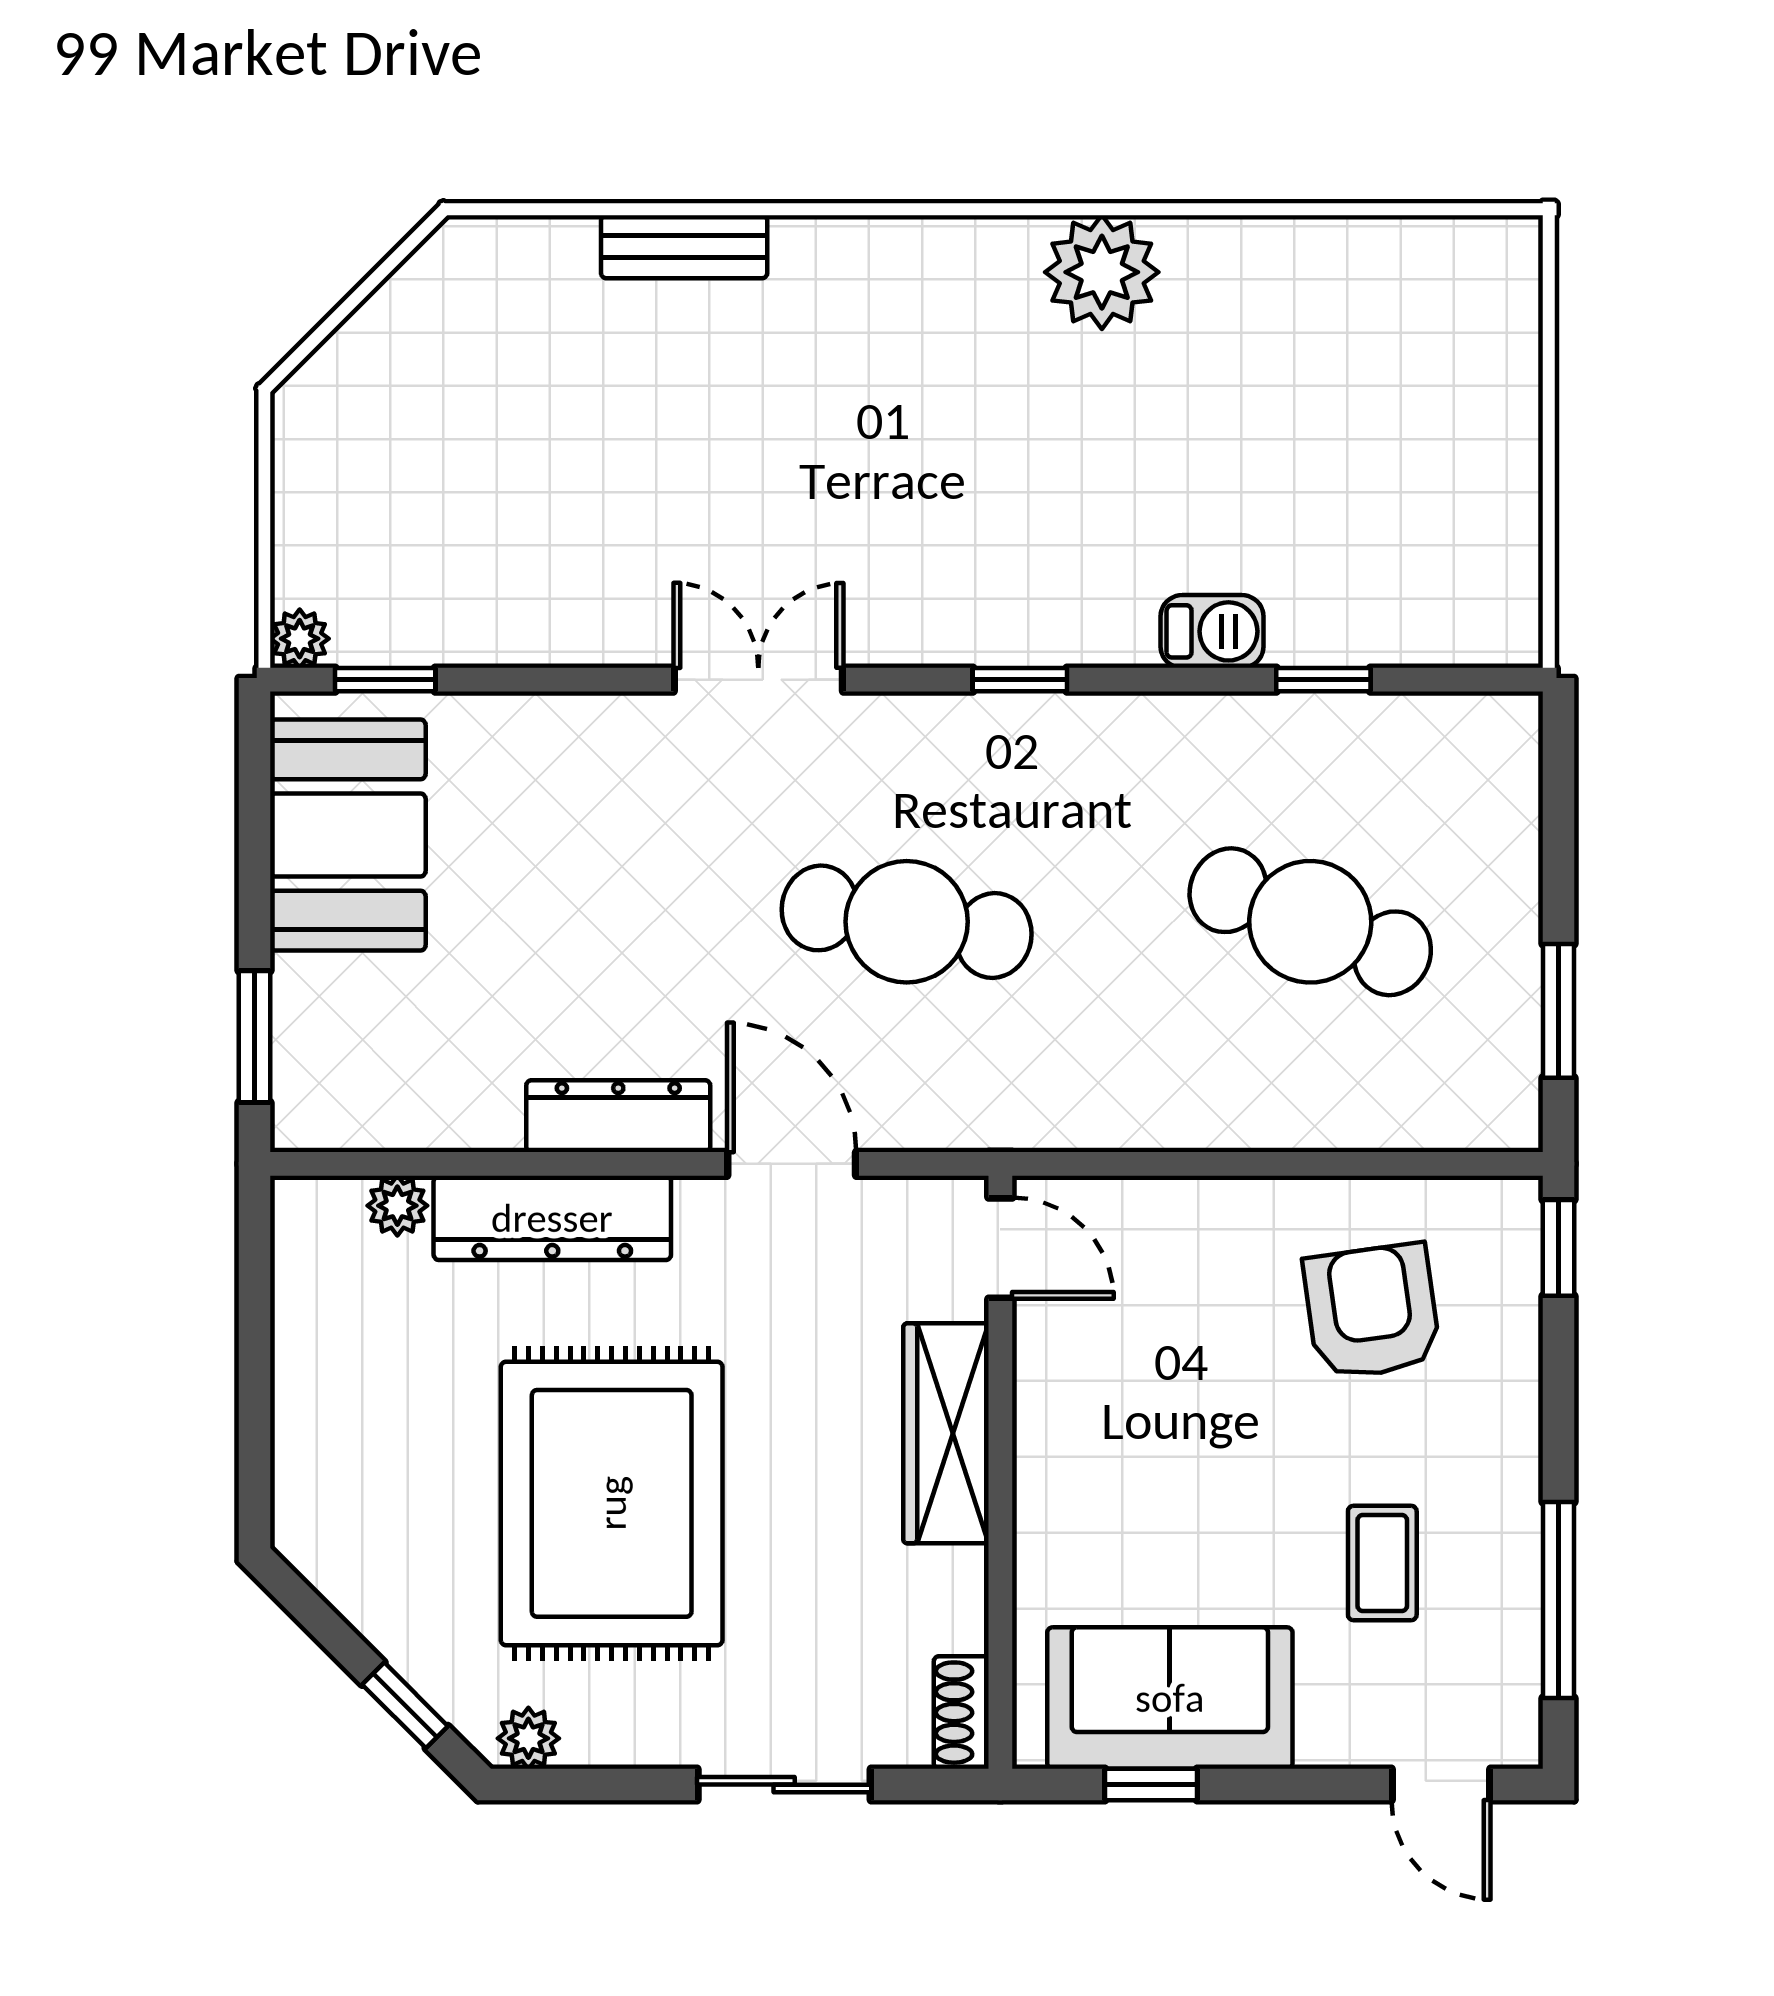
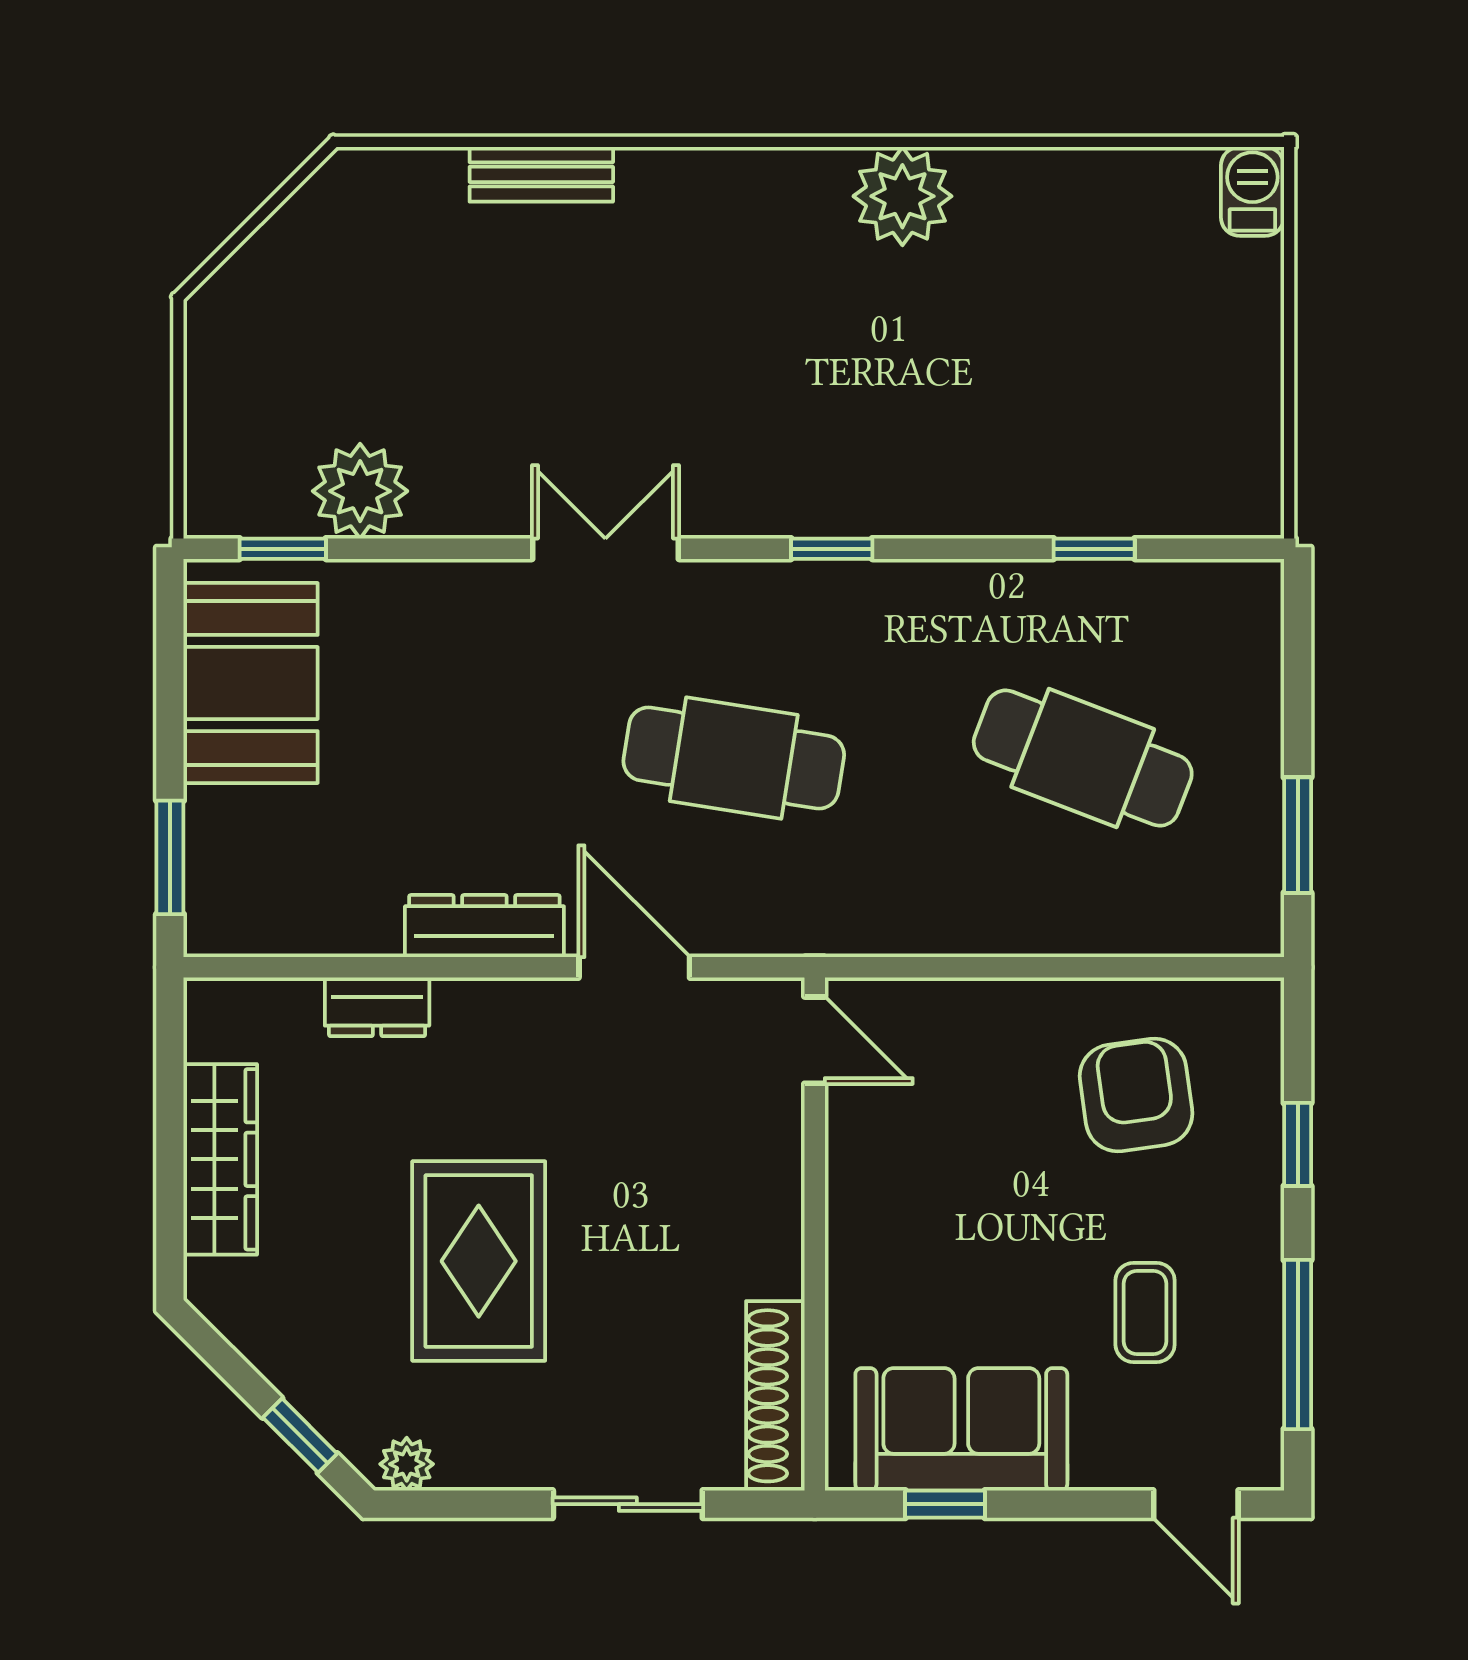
barbecue: (1212, 631) -> (1252, 191), moved, turned -90
plant: (300, 639) -> (360, 491), moved, width x1.88, depth x1.88
plant: (397, 1206) -> (293, 1003), removed
dresser: (552, 1218) -> (377, 1007), width x0.51, depth x0.80
window: (1559, 1248) -> (1298, 1144), moved
wardrobe: (946, 1433) -> (220, 1159), moved, turned 180
rug: (612, 1503) -> (479, 1261), width x0.73, depth x0.69
shoe rack: (961, 1713) -> (775, 1396), width x1.94, depth x1.24

